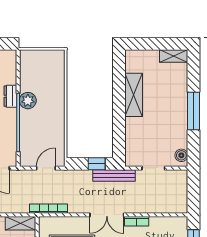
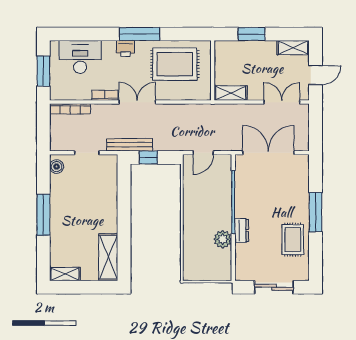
shelving: (134, 95) -> (108, 257), moved
plant: (28, 101) -> (223, 239), moved
bookcase: (49, 209) -> (70, 109), moved

